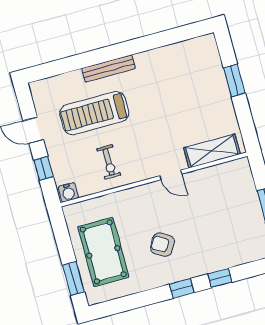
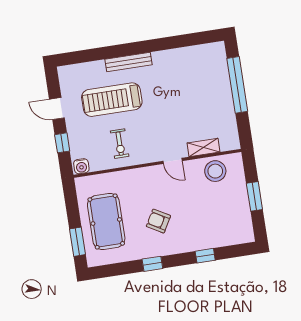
window: (234, 80) -> (237, 85), width x2.11
shelving: (212, 151) -> (203, 148), width x0.67, depth x0.75
stool: (220, 181) -> (215, 171), added
window: (182, 288) -> (152, 264), moved

